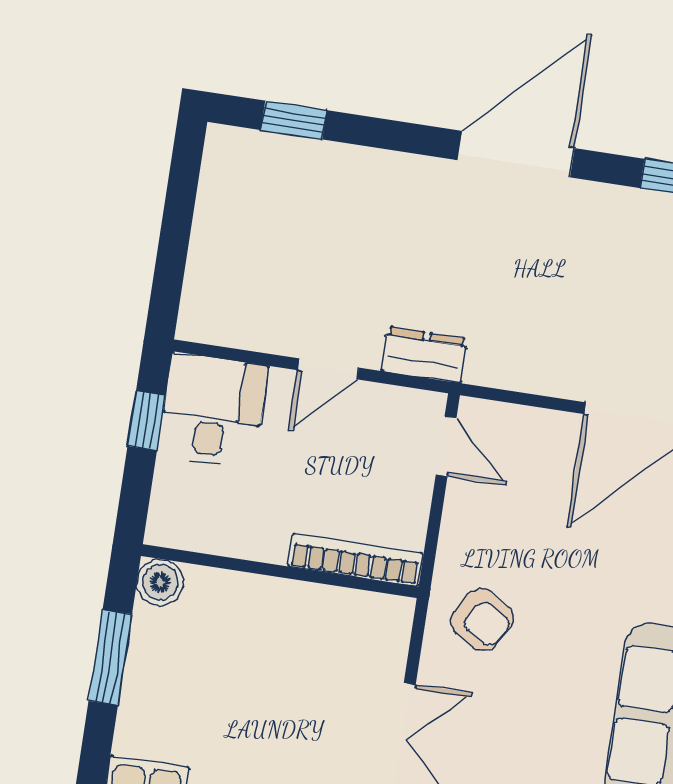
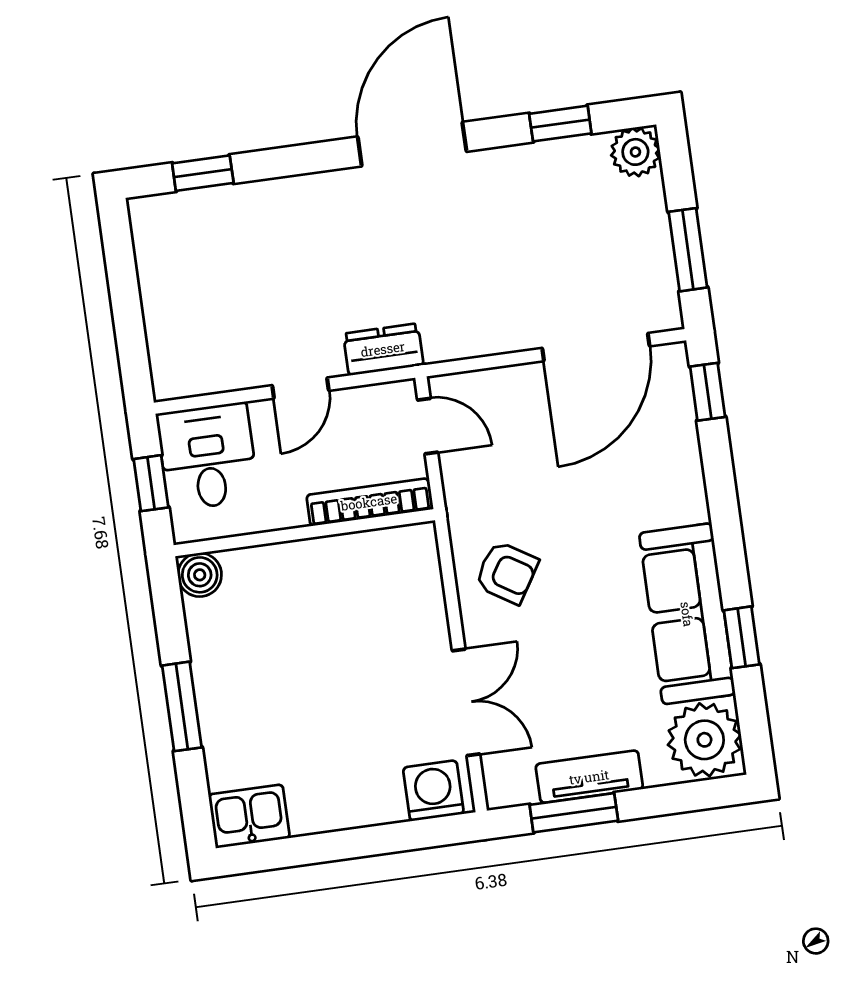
bookcase: (355, 560) -> (369, 502), moved
wall: (280, 571) -> (304, 533), moved
boiler: (160, 582) -> (200, 575), moved

